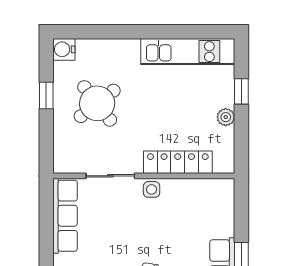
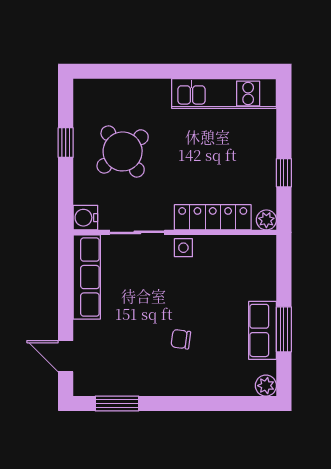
water cooler: (64, 49) -> (85, 218), moved
window: (241, 91) -> (284, 173), moved
plant: (226, 117) -> (266, 220), moved

